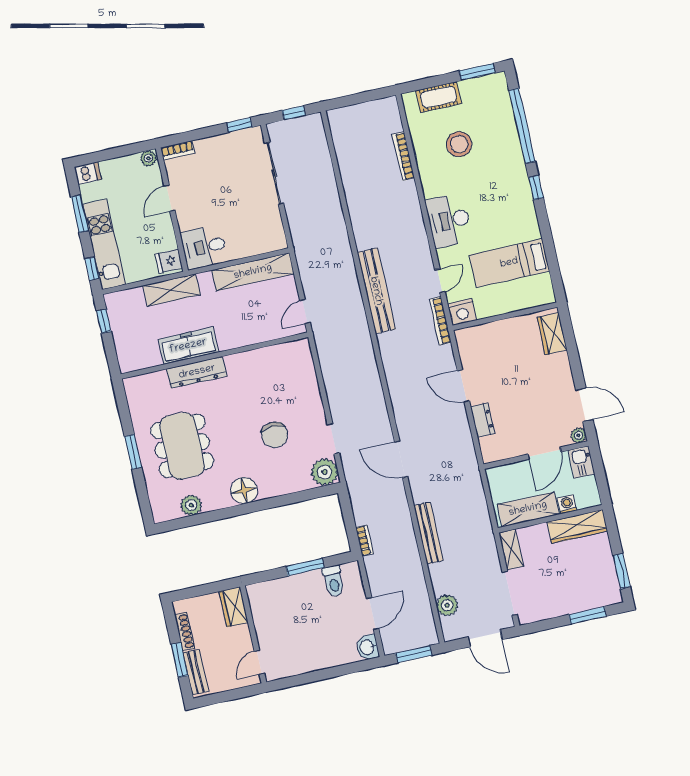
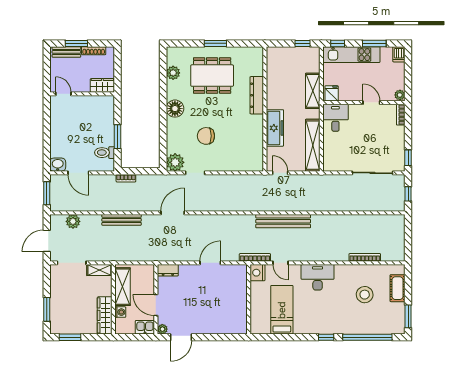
wardrobe: (552, 334) -> (231, 327), removed
freezer: (188, 346) -> (275, 128), moved
dresser: (483, 420) -> (168, 270), moved

